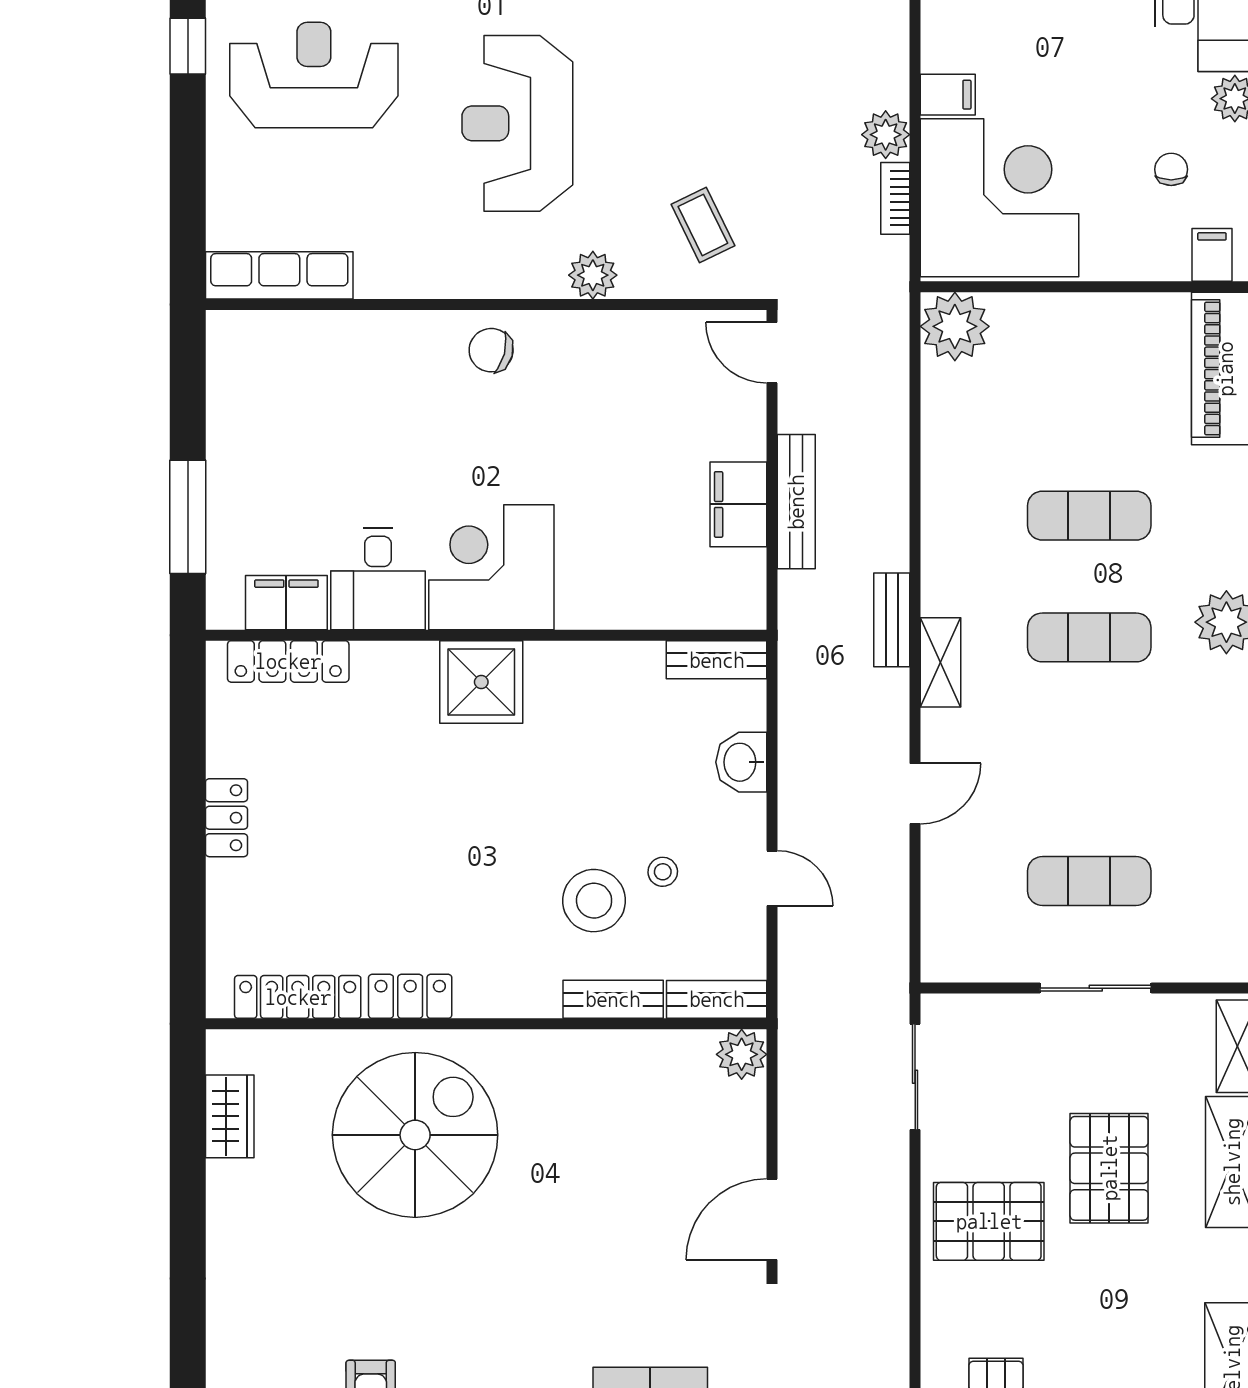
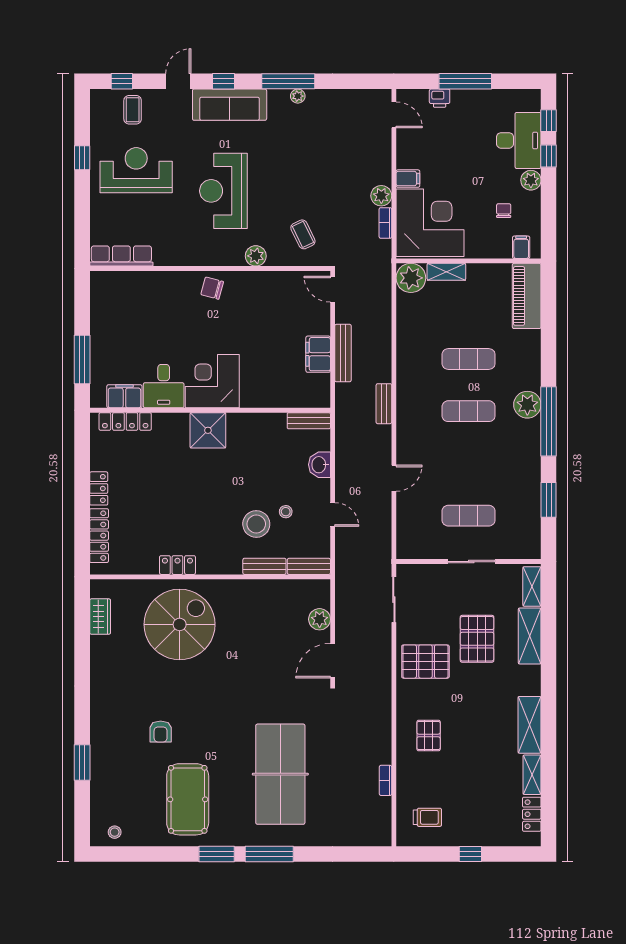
shelving: (941, 662) -> (446, 272), moved, turned 90
locker: (298, 997) -> (99, 536), moved, turned 90
plant: (742, 1054) -> (320, 619), moved

